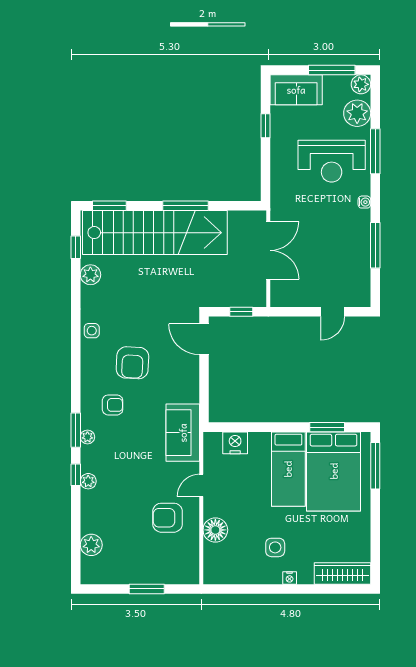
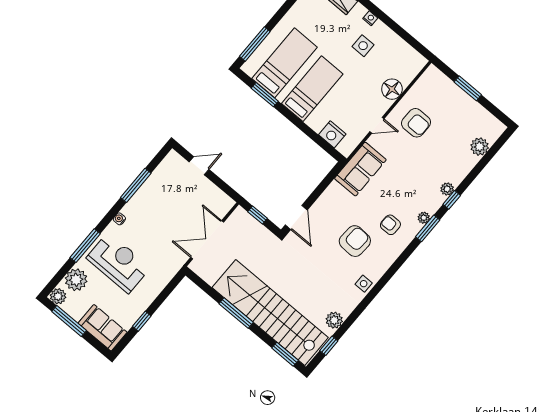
bed: (334, 471) -> (285, 63), width x0.67

